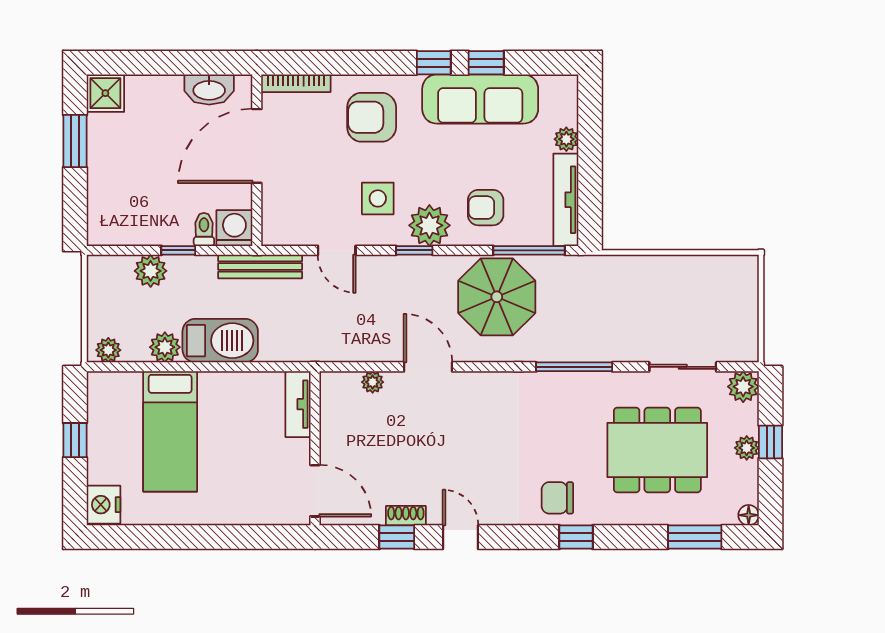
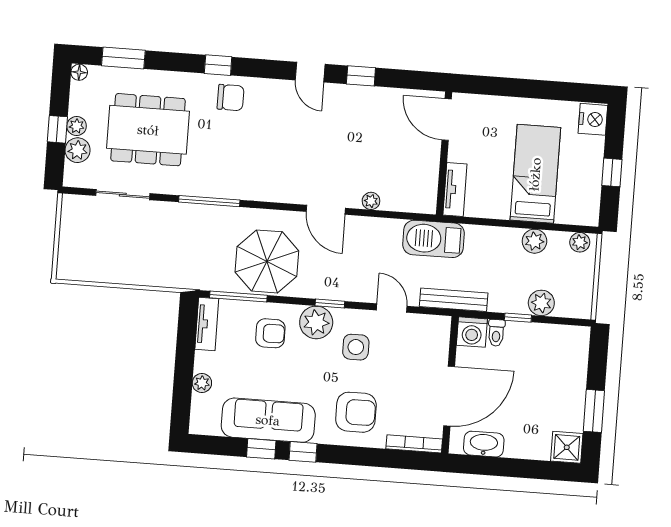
tv unit: (566, 200) -> (207, 324), width x0.71
barbecue: (220, 341) -> (433, 239), moved
plant: (743, 387) -> (78, 150), moved
tv unit: (298, 404) -> (455, 190), moved
wall: (315, 448) -> (444, 153), moved
door: (315, 491) -> (447, 120), moved
shoe rack: (406, 516) -> (352, 92), removed

